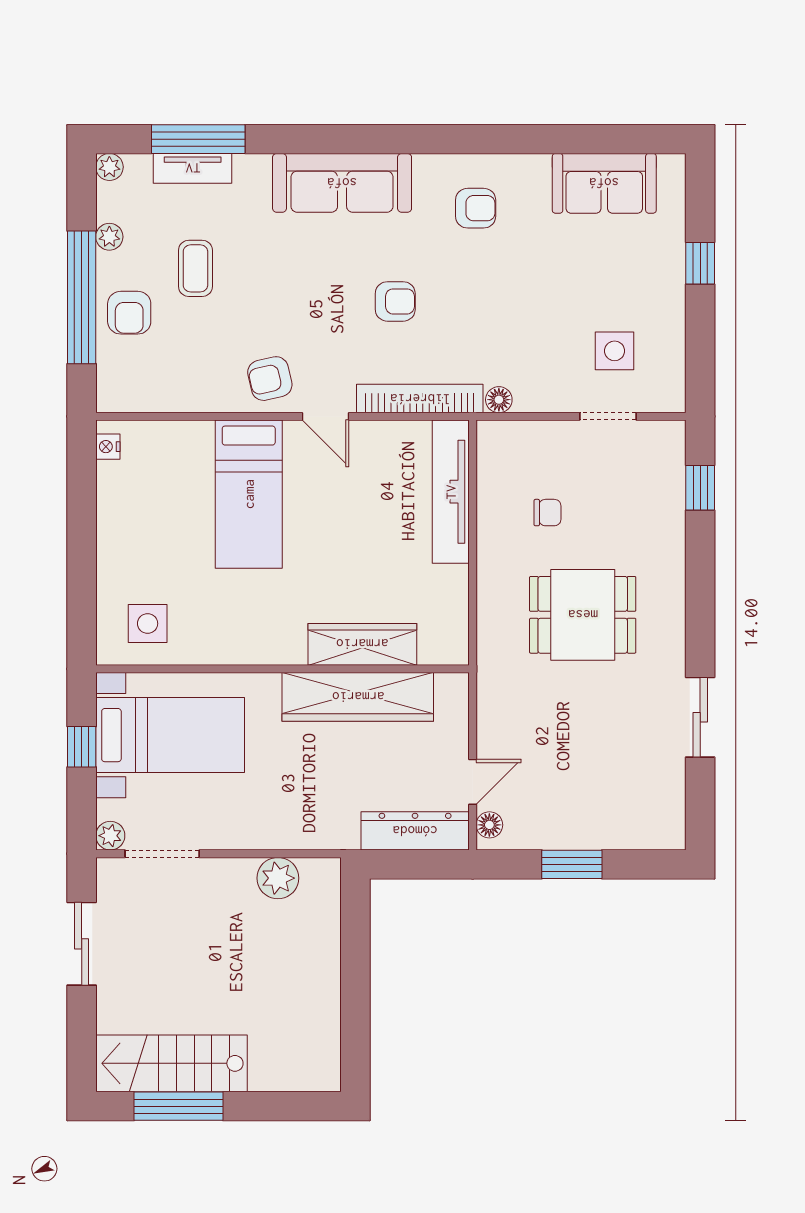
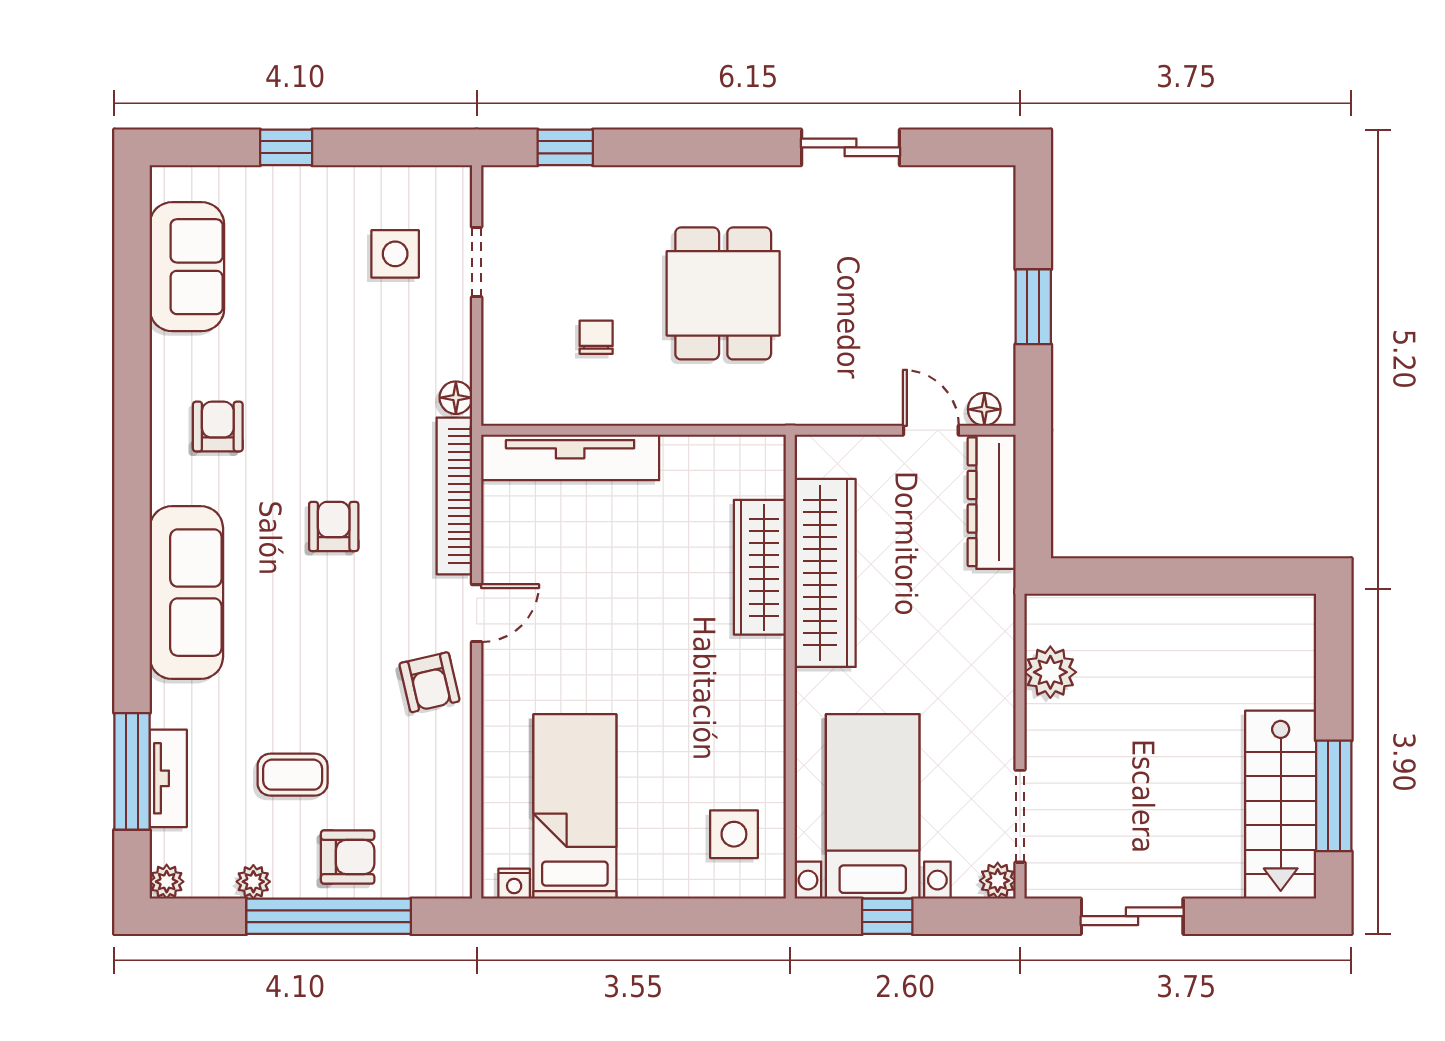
bed: (249, 494) -> (575, 806), moved, turned -90

